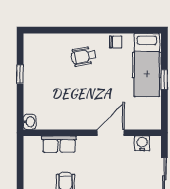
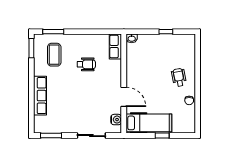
hospital bed: (147, 65) -> (149, 123), moved, turned 180
row of seats: (59, 144) -> (115, 46), moved

